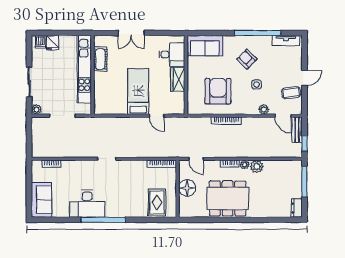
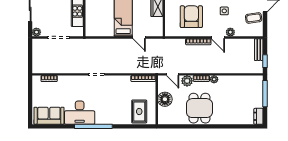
door: (283, 116) -> (218, 38), moved
plant: (257, 166) -> (187, 81), moved
dining table: (228, 198) -> (199, 108), width x0.73
sofa: (42, 200) -> (49, 116), moved, turned -90

